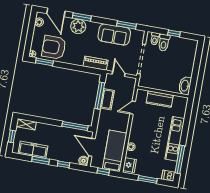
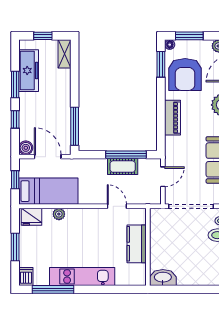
window: (29, 40) -> (189, 36), added
armchair: (54, 47) -> (185, 74), turned 180
piano: (96, 63) -> (173, 118), moved
door: (92, 147) -> (48, 157), hinge flipped

